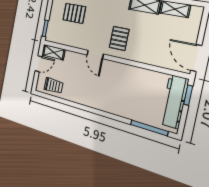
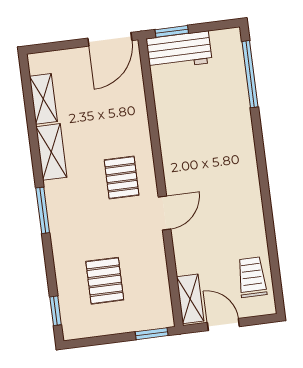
pallet: (119, 38) -> (122, 178), turned 90
workbench: (174, 102) -> (179, 51), width x0.73

